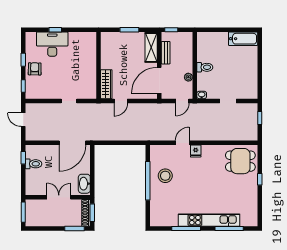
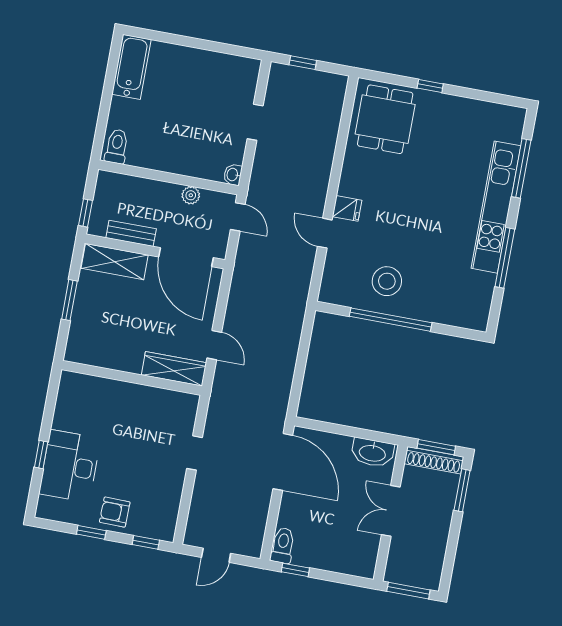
toilet: (205, 67) -> (117, 146), moved
toilet: (34, 164) -> (283, 545), moved

